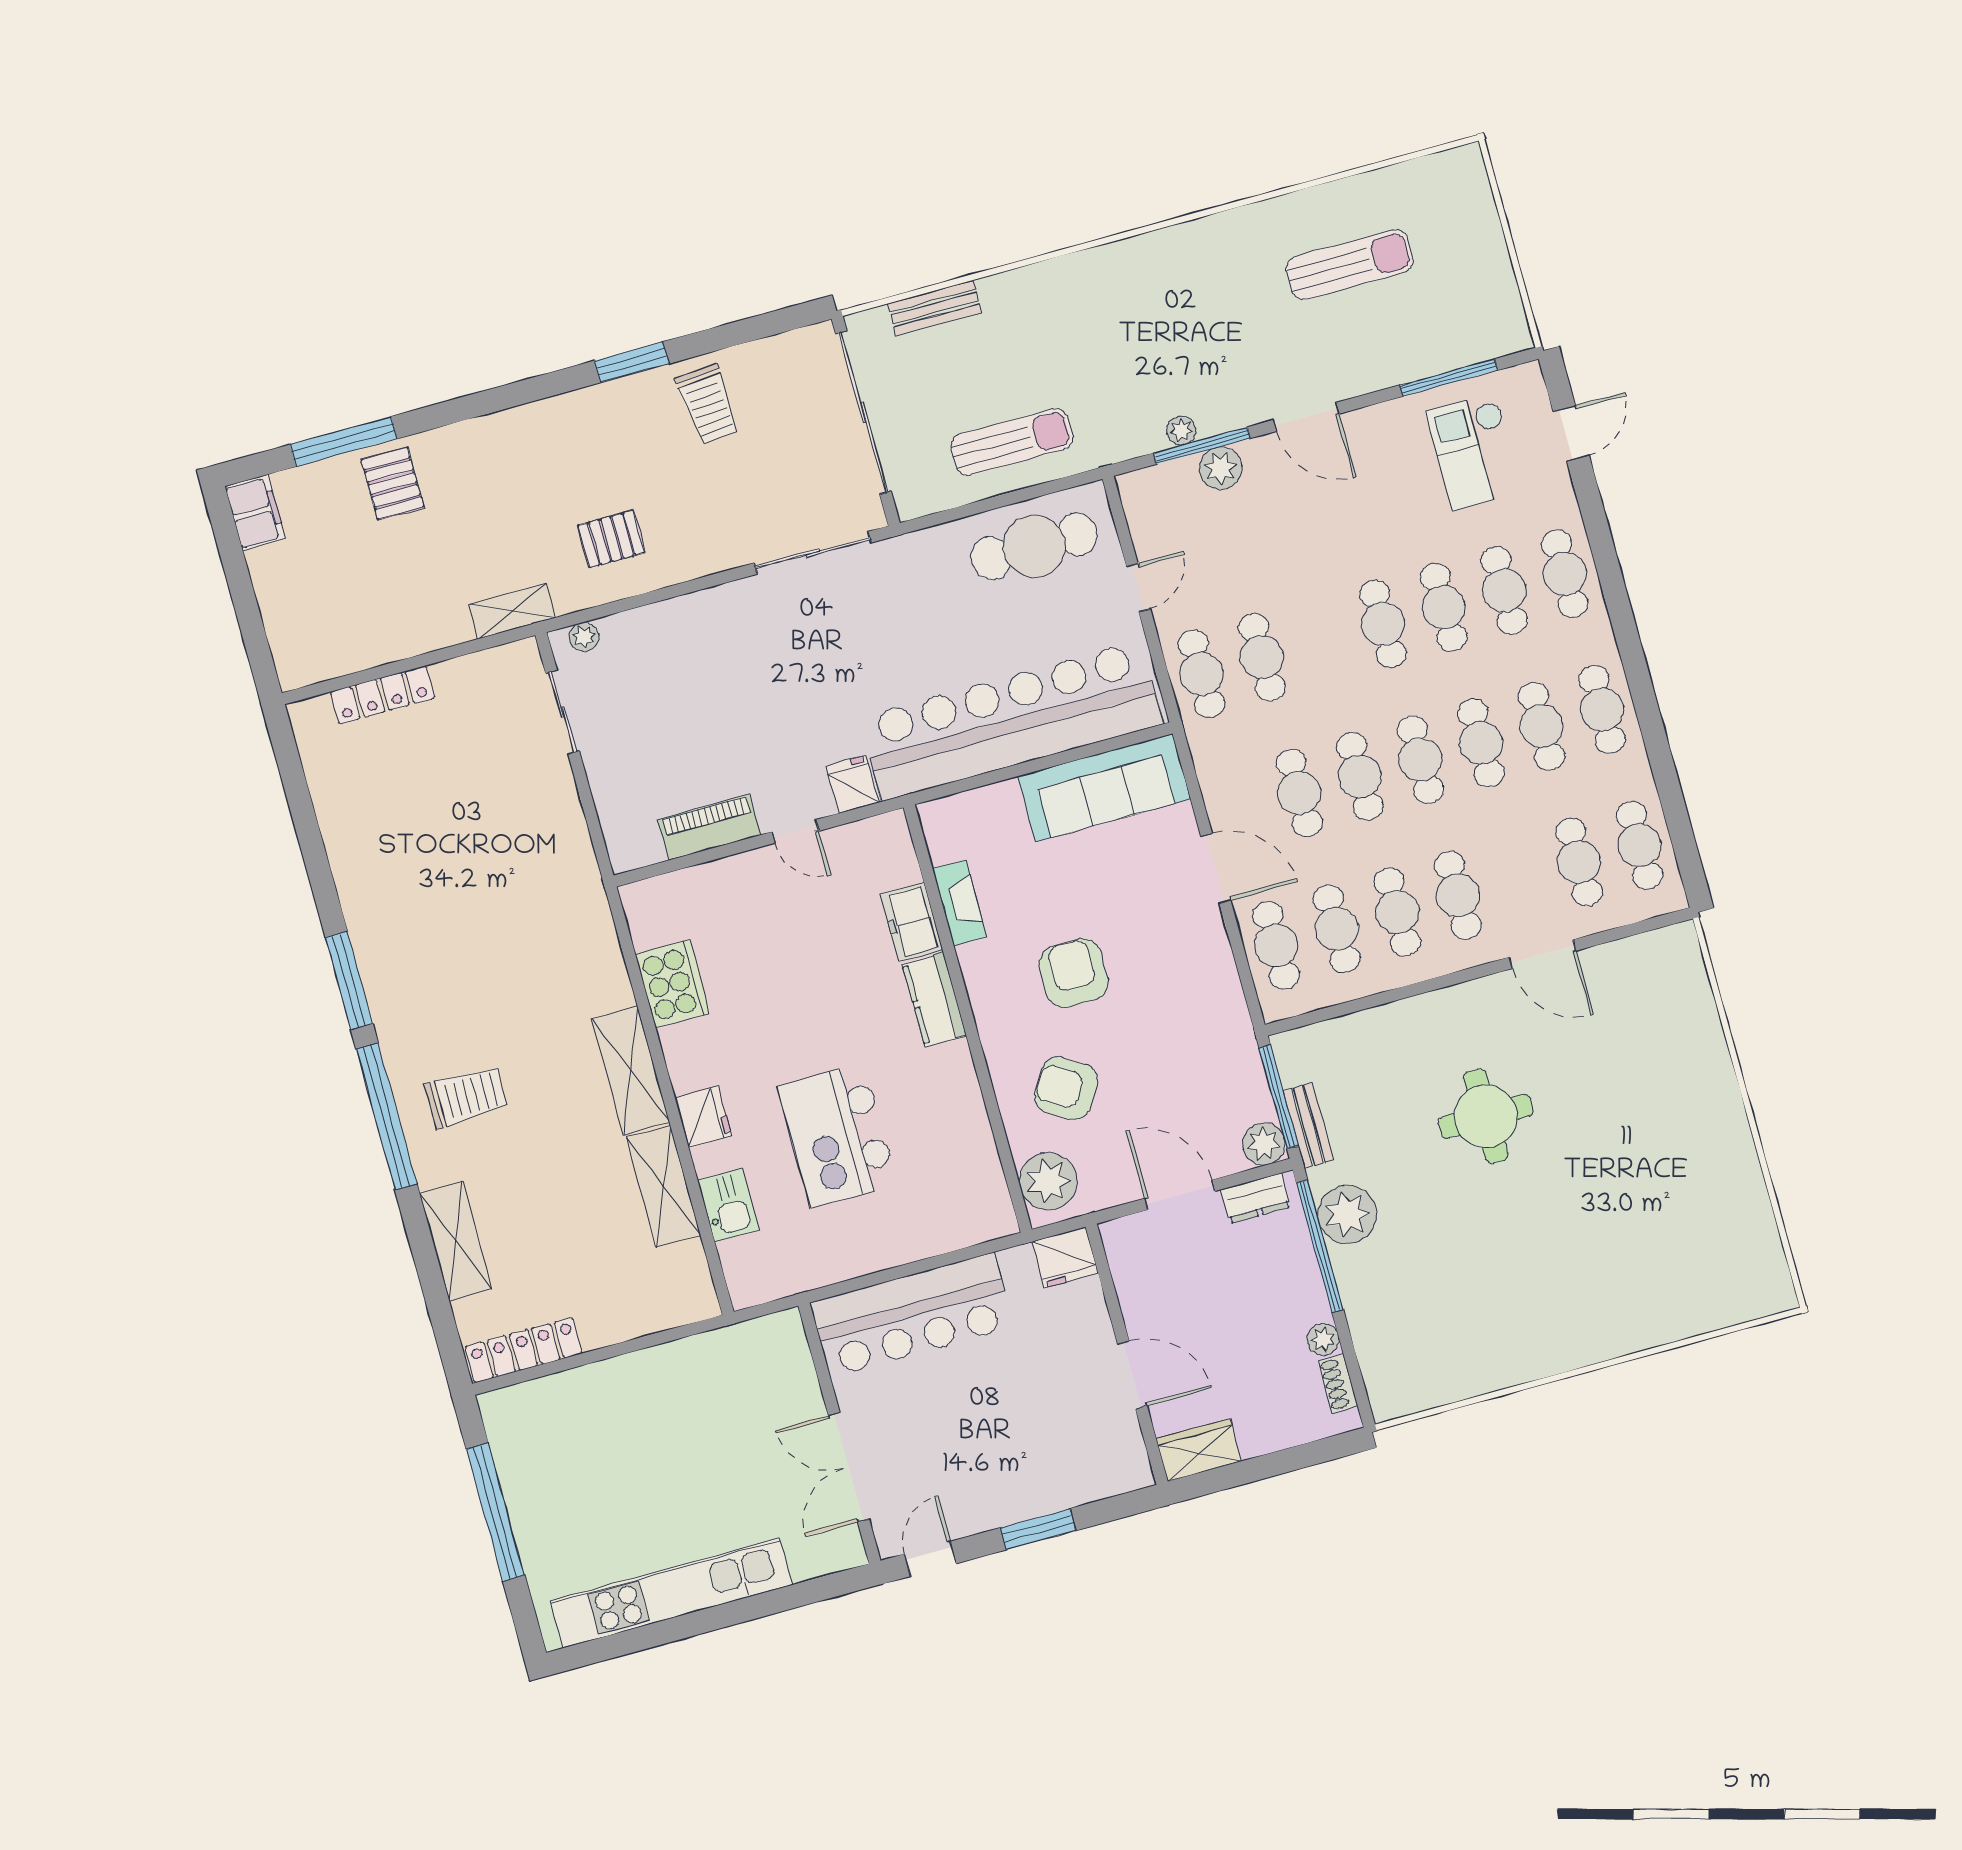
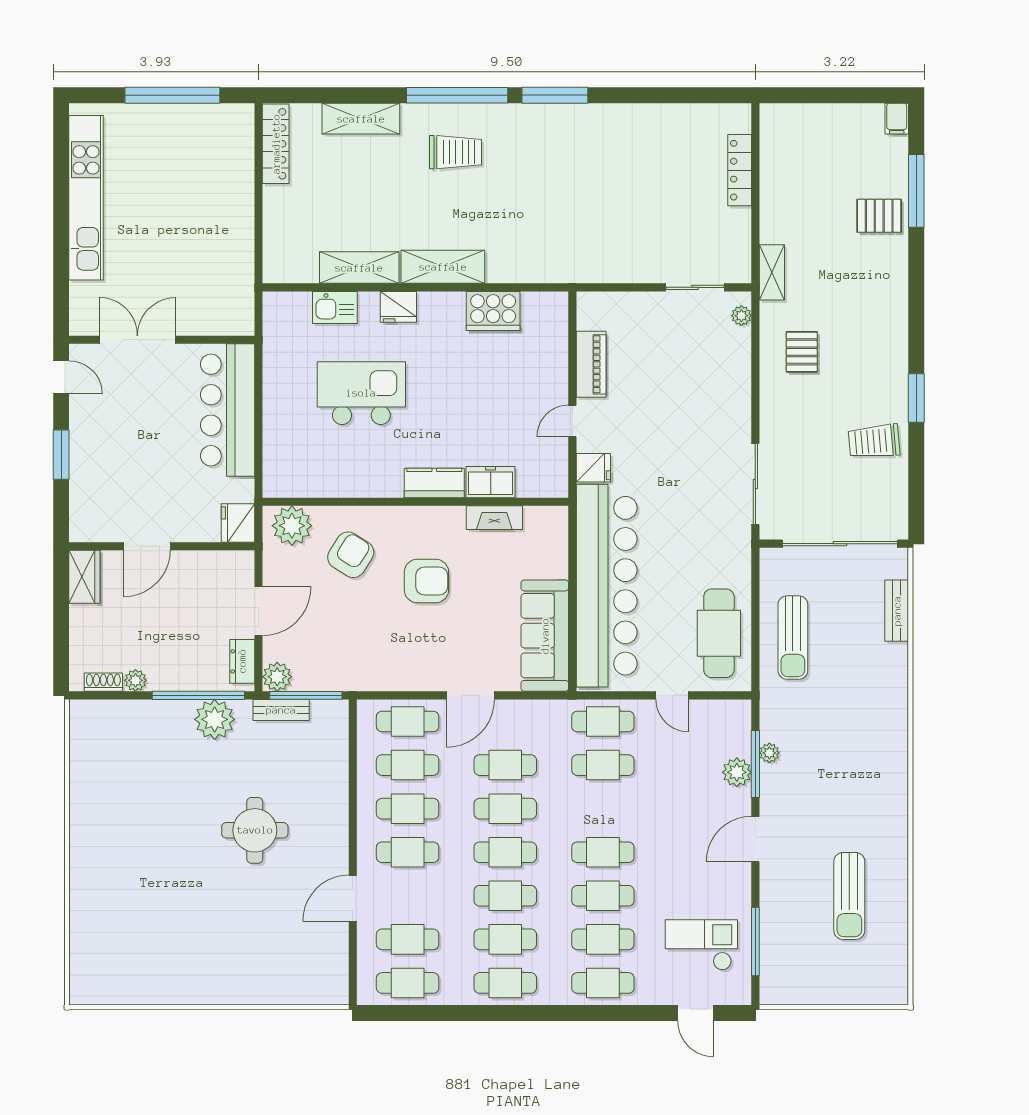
filing cabinet: (255, 513) -> (897, 119), width x0.50
trolley: (466, 1097) -> (456, 152), turned -90

